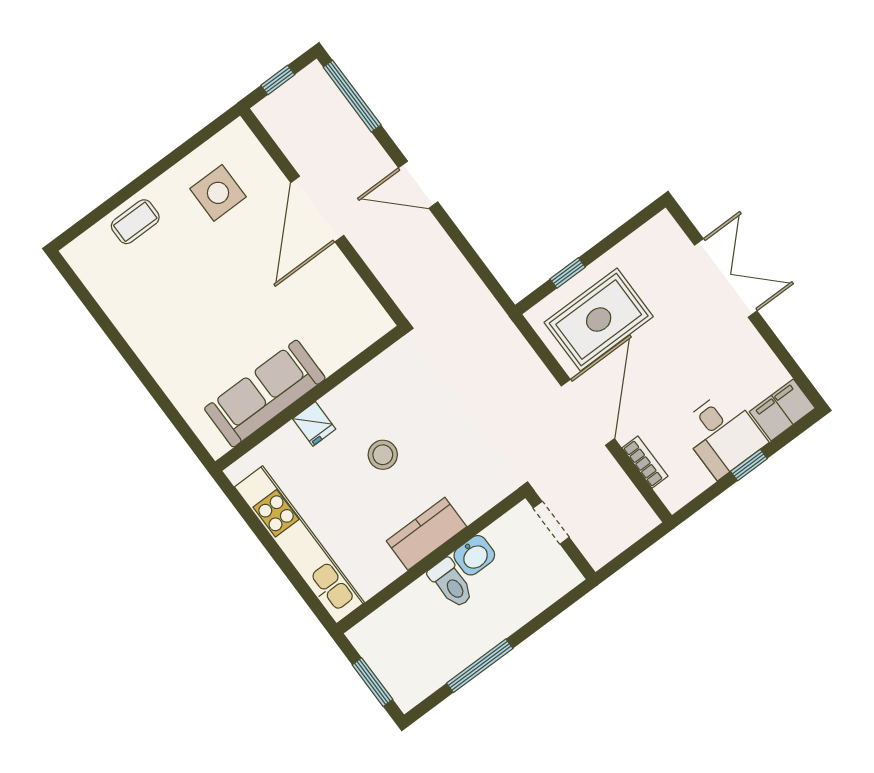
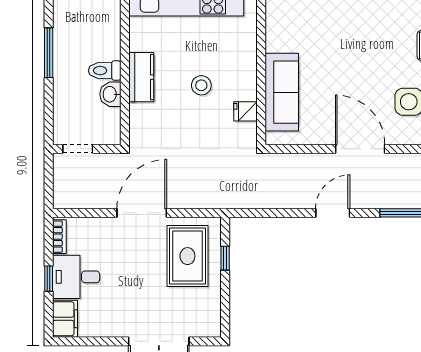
sofa: (265, 393) -> (282, 92), moved
door: (588, 412) -> (142, 213), swing flipped
fridge: (314, 424) -> (246, 111), moved
bookcase: (645, 462) -> (59, 237), moved, turned -90
doorway: (551, 523) -> (78, 149), moved

